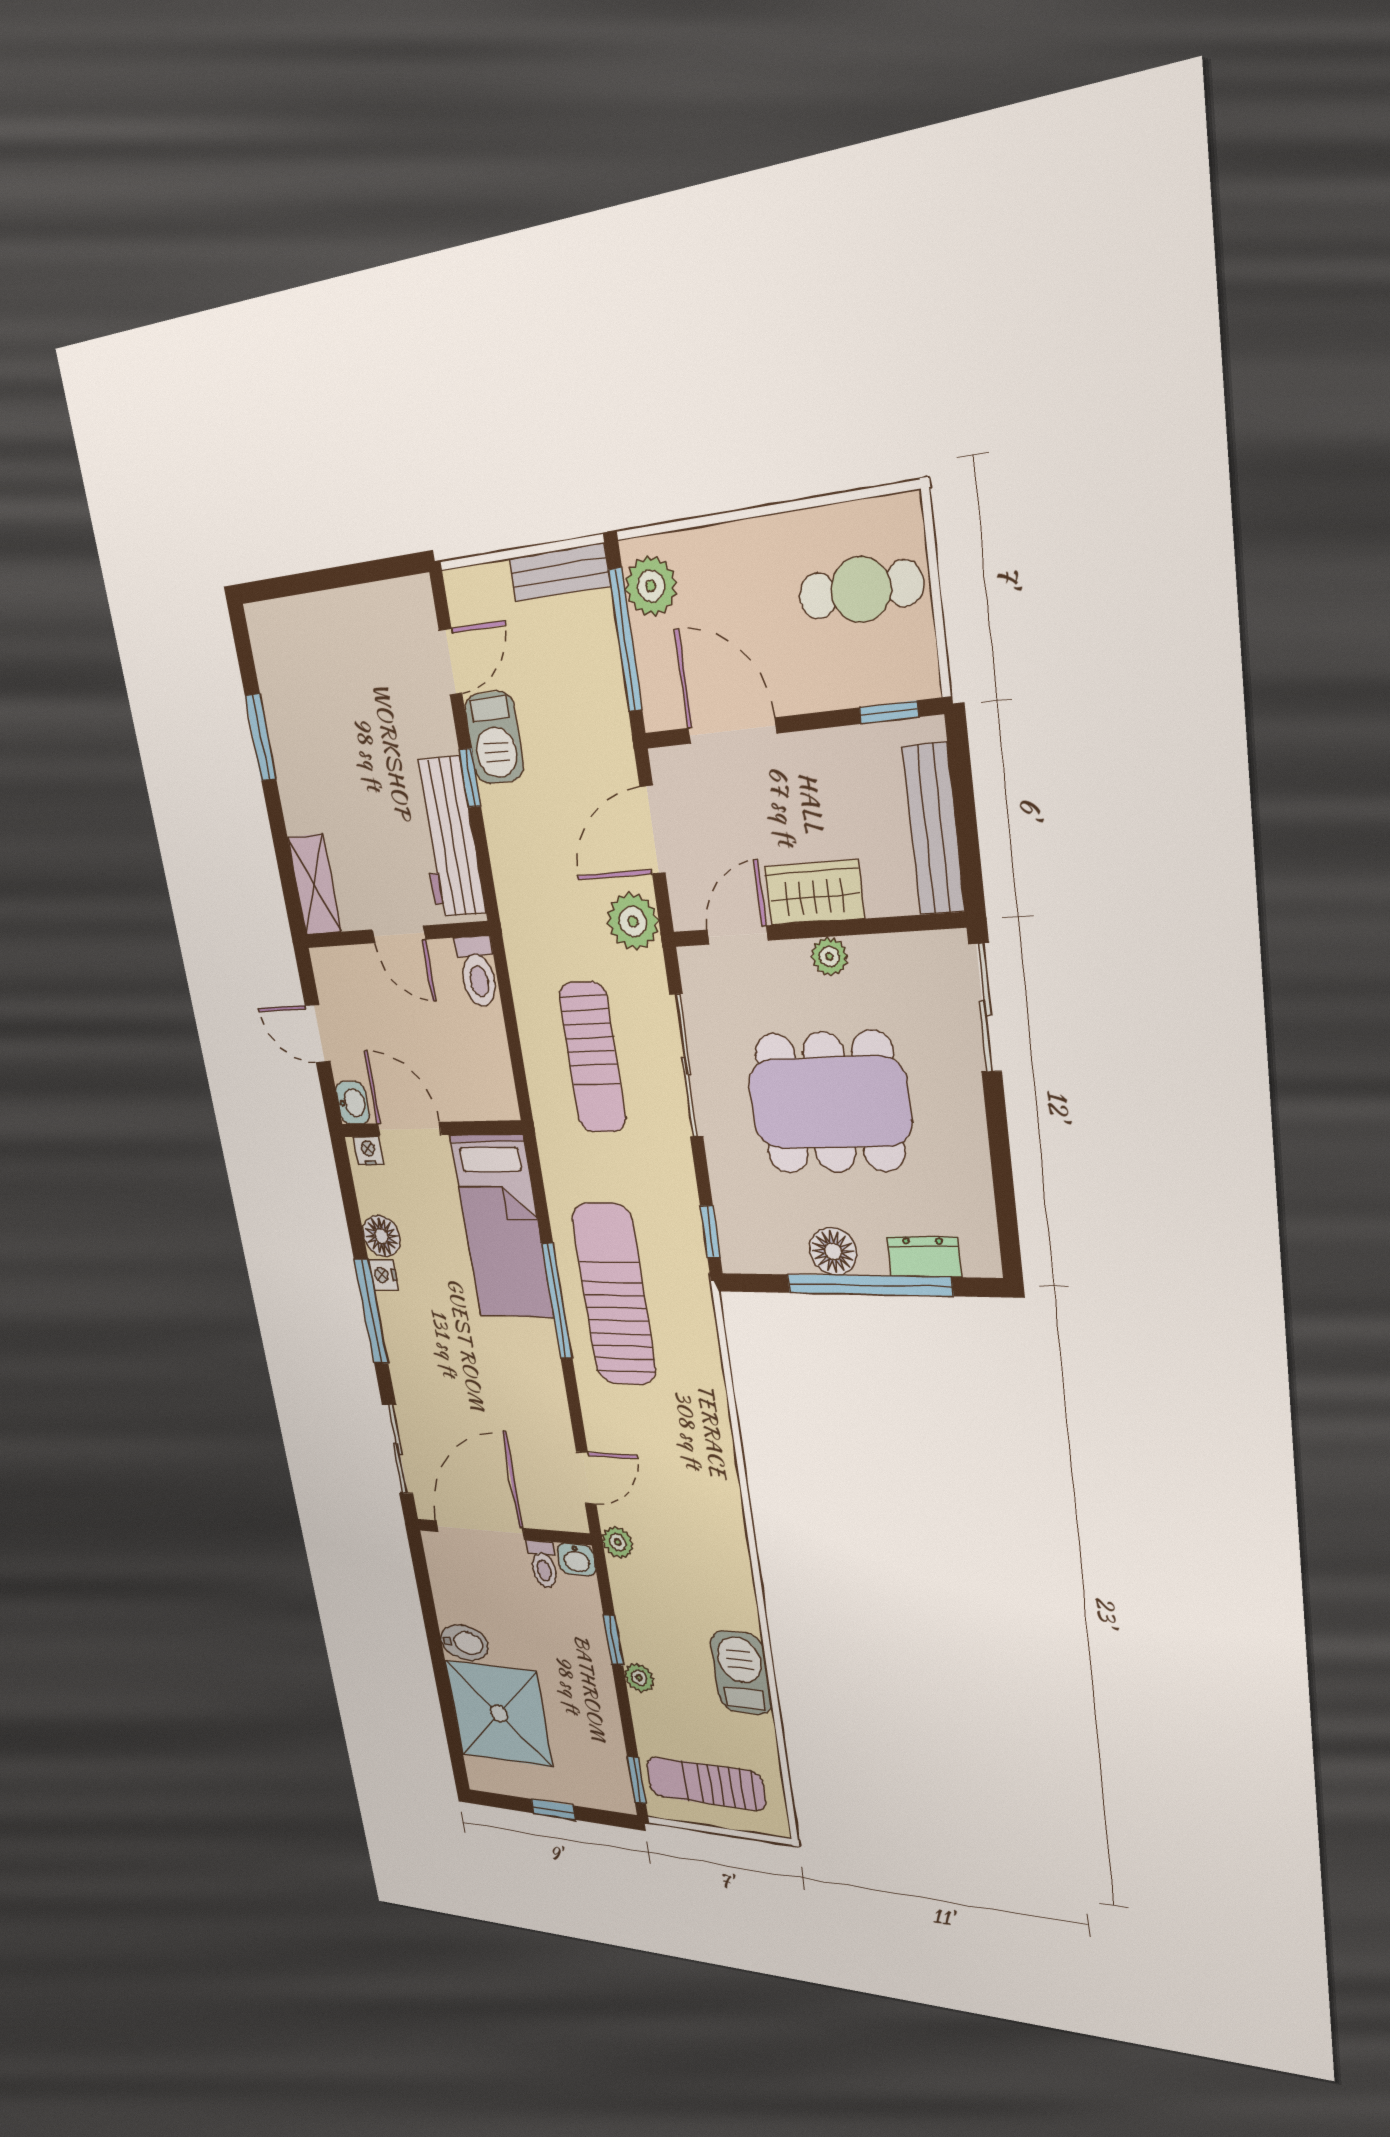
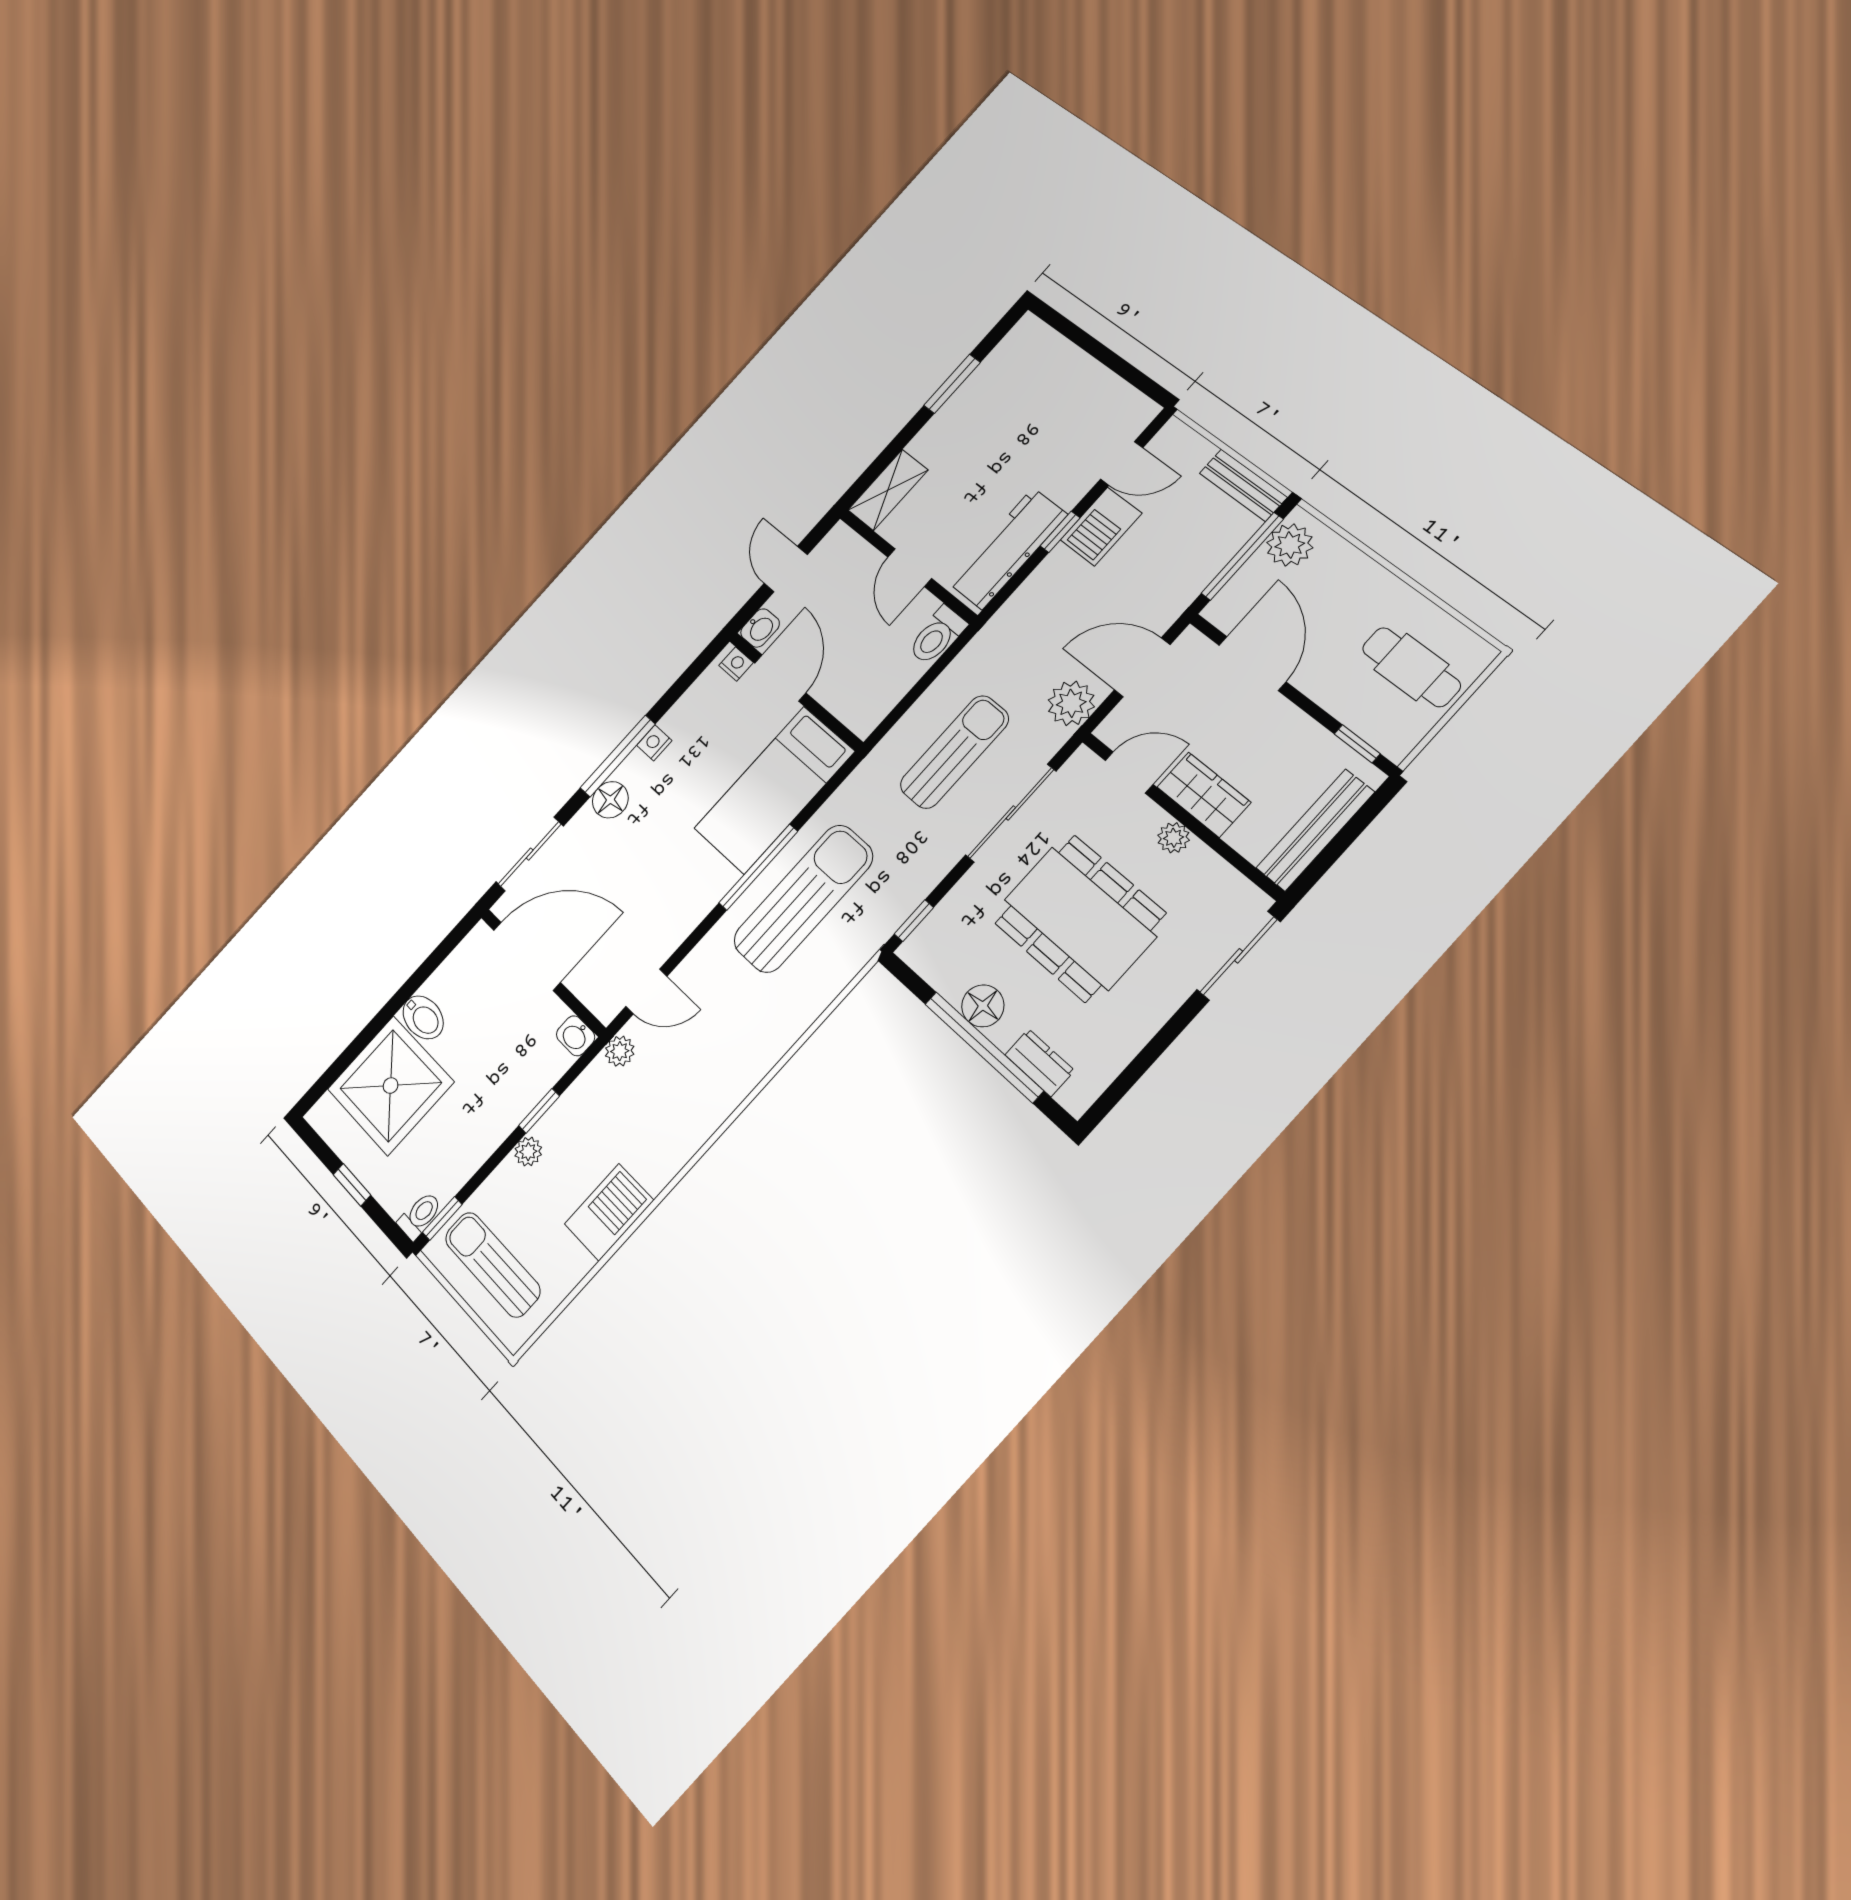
sun lounger: (592, 1058) -> (954, 752), turned 180
floor lamp: (381, 1236) -> (610, 800), moved
toilet: (543, 1564) -> (420, 1215), moved, turned 180

